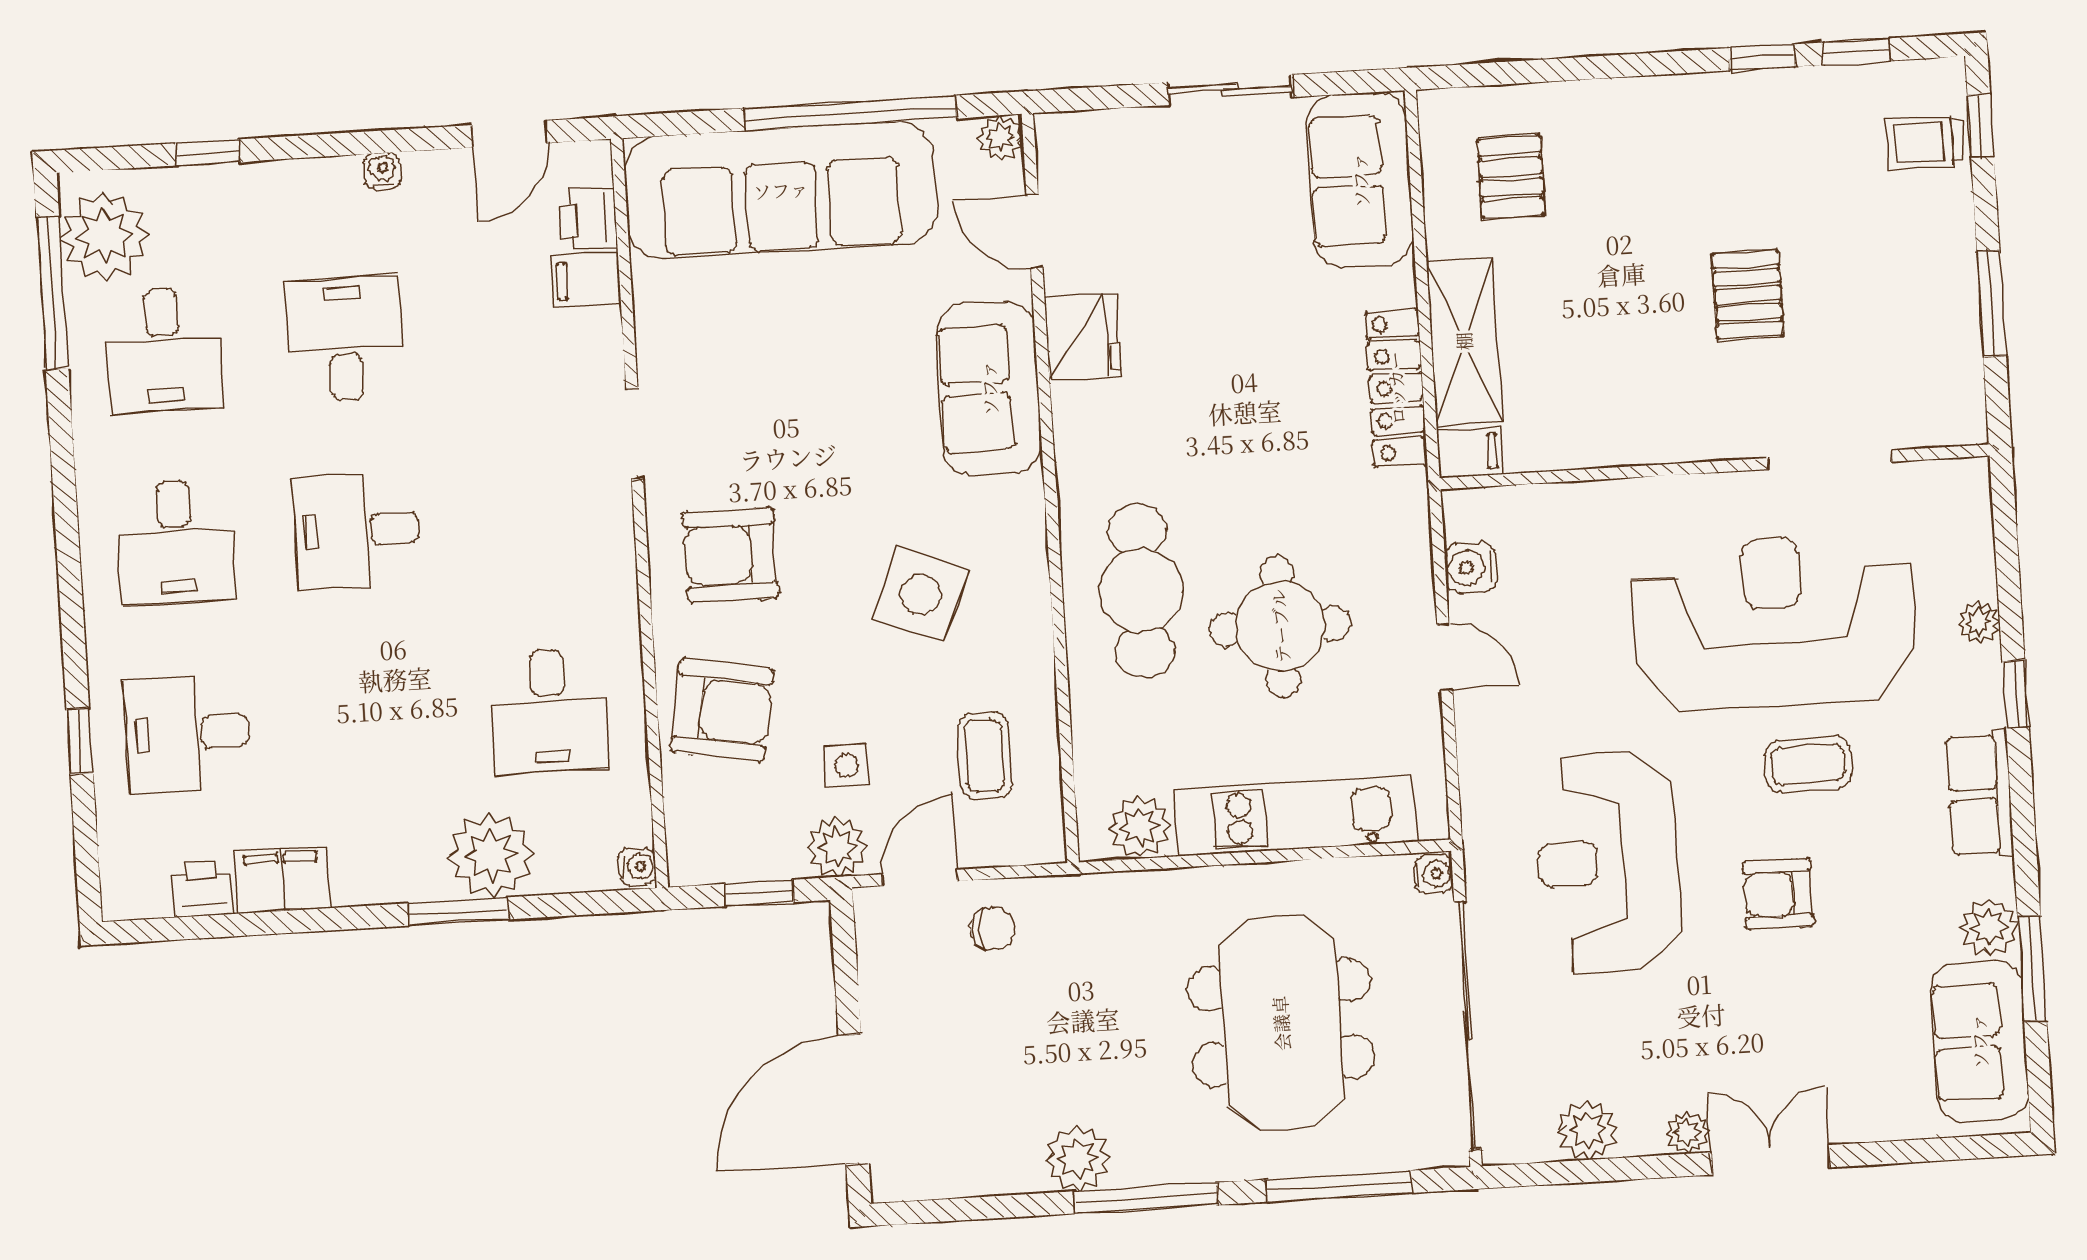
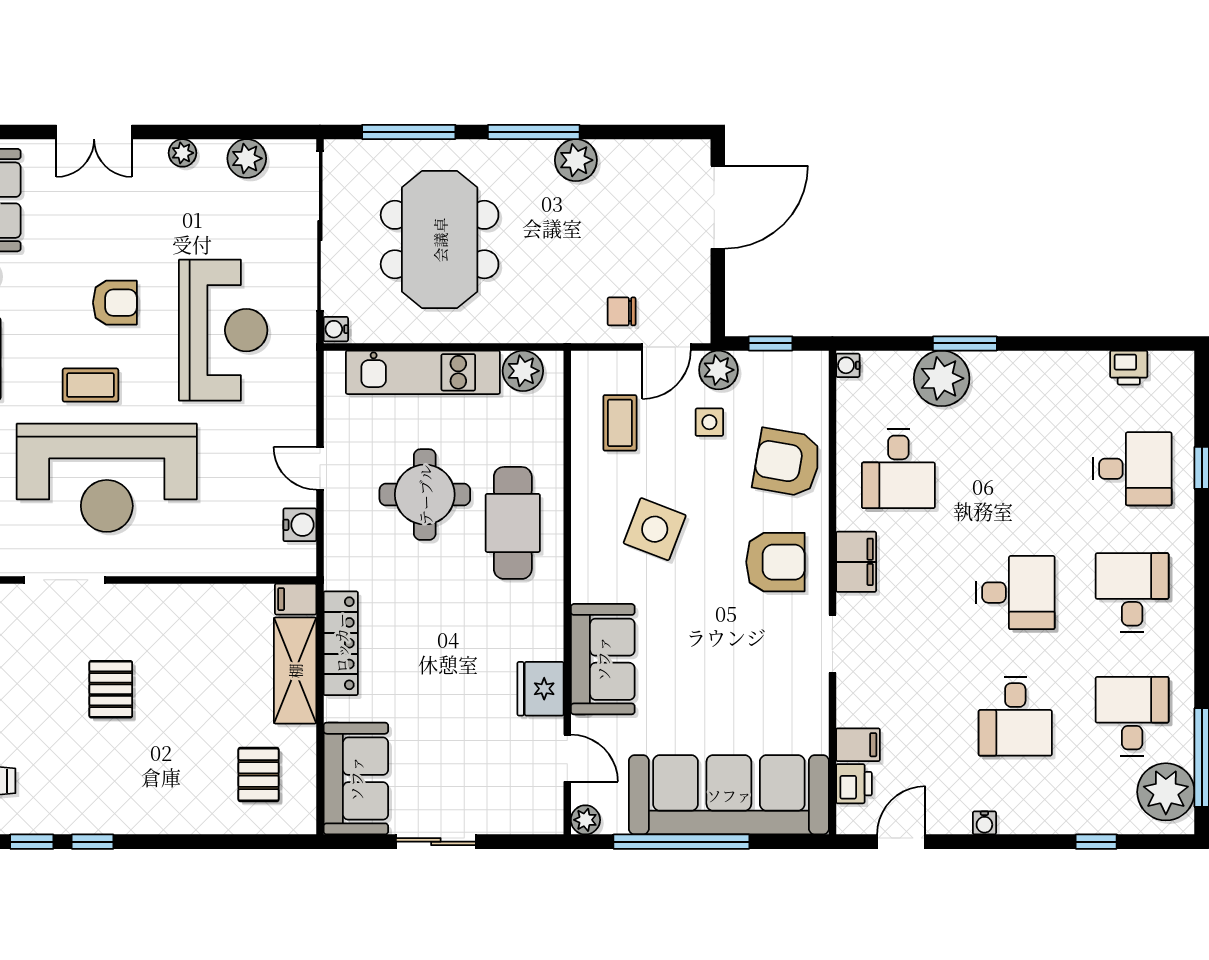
desk: (549, 711) -> (898, 469), turned 180
filing cabinet: (282, 880) -> (856, 562), moved, turned -90
double door: (1770, 1160) -> (94, 132), moved

